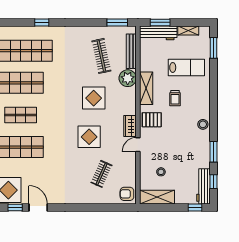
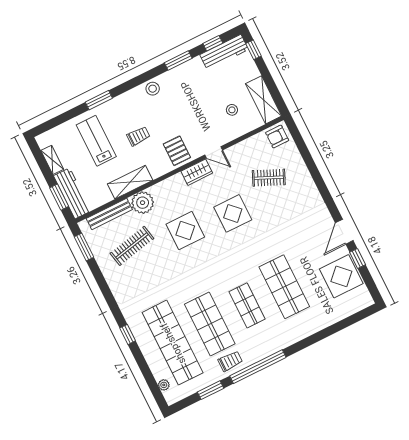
window: (214, 48) -> (99, 100), moved
shelving: (146, 88) -> (130, 182), moved
armchair: (127, 194) -> (277, 137), turned 90

